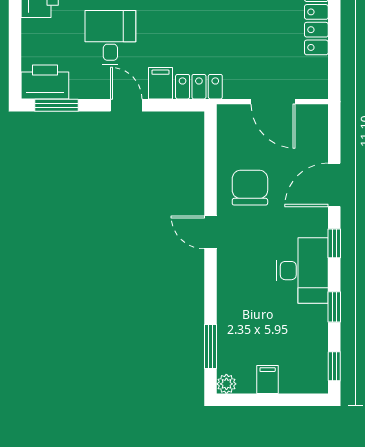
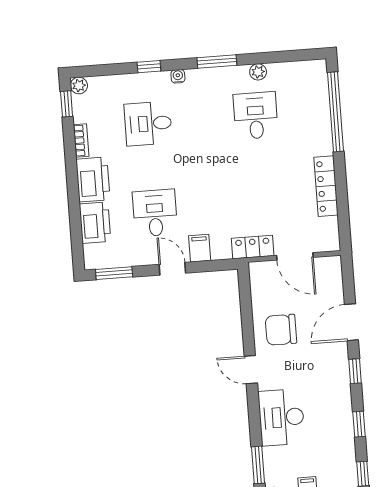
printer: (45, 82) -> (95, 223), moved, turned 90
locker: (199, 87) -> (253, 247), moved
chair: (250, 188) -> (281, 330), turned -90
desk: (302, 271) -> (281, 417), moved, turned 180

